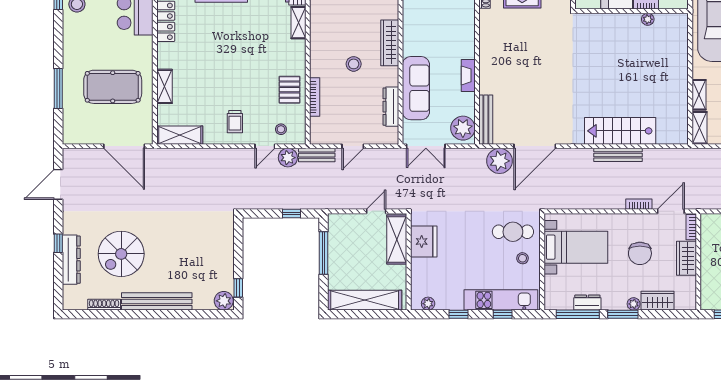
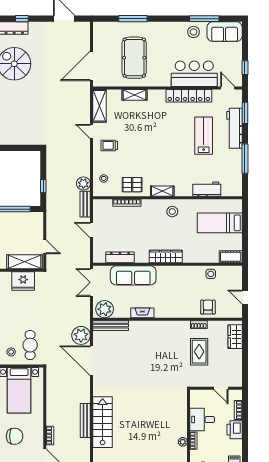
shelving: (299, 23) -> (162, 191), moved
stool: (354, 64) -> (172, 212), moved
door: (265, 146) -> (92, 131), moved
chair: (640, 253) -> (15, 436), turned 180

